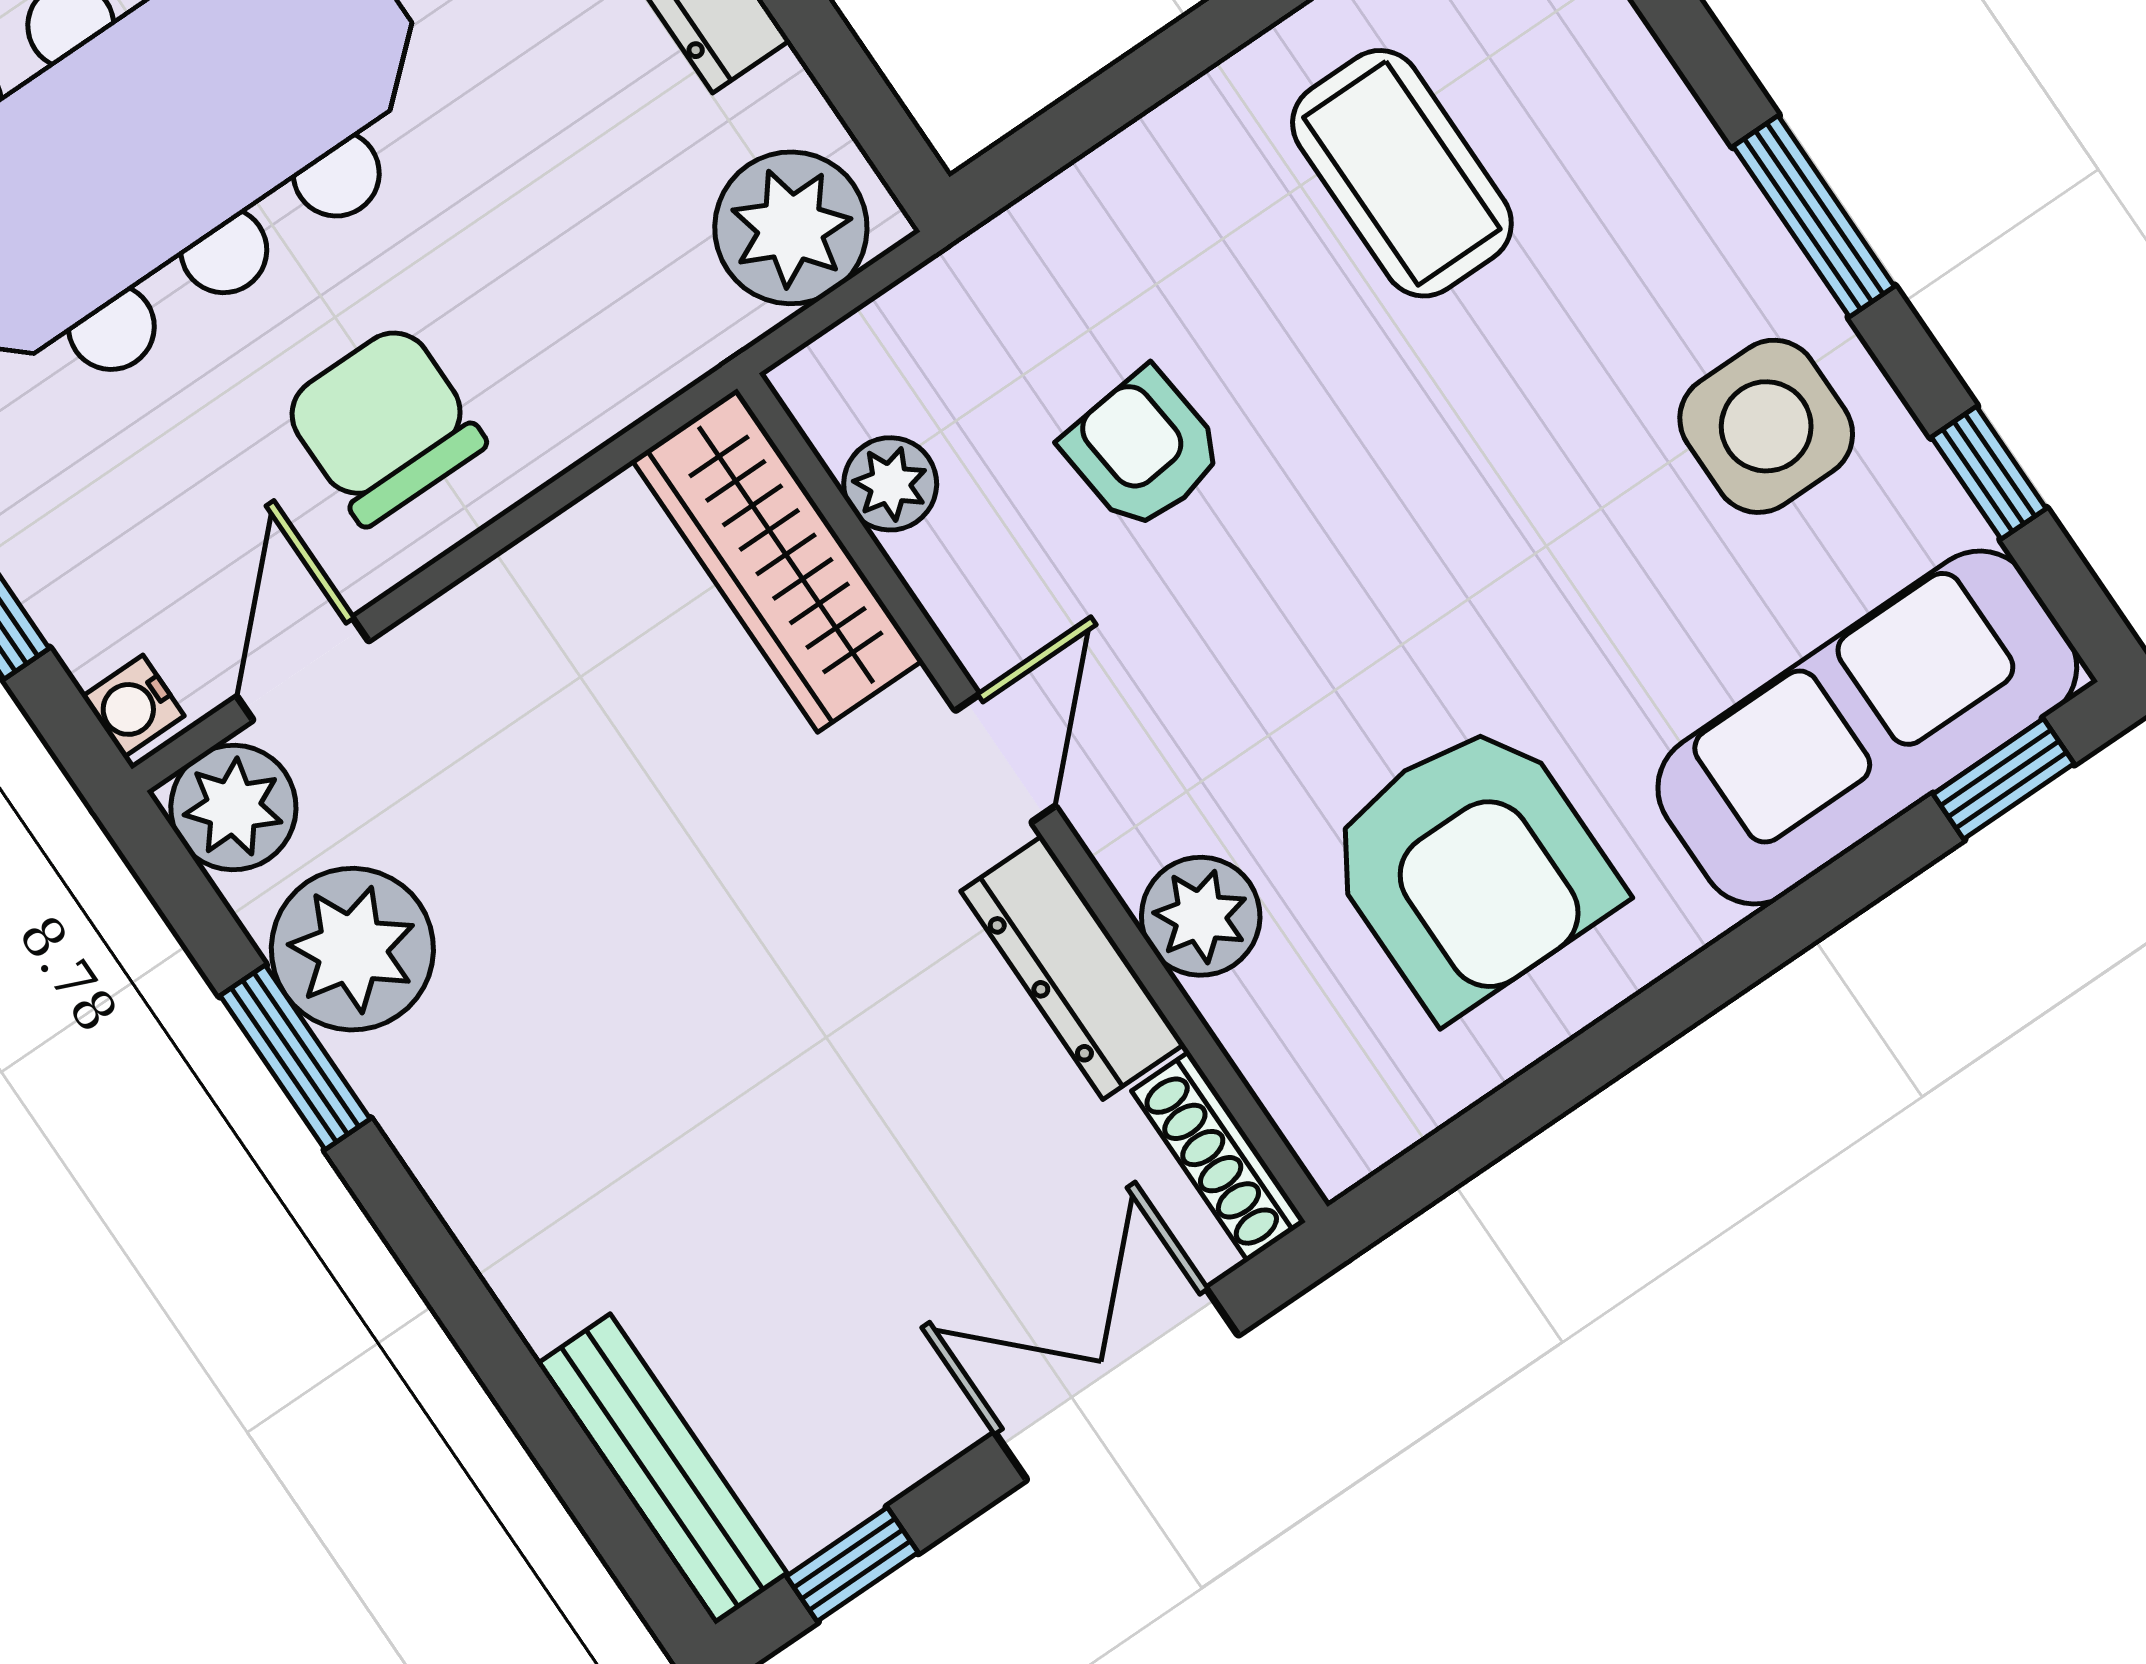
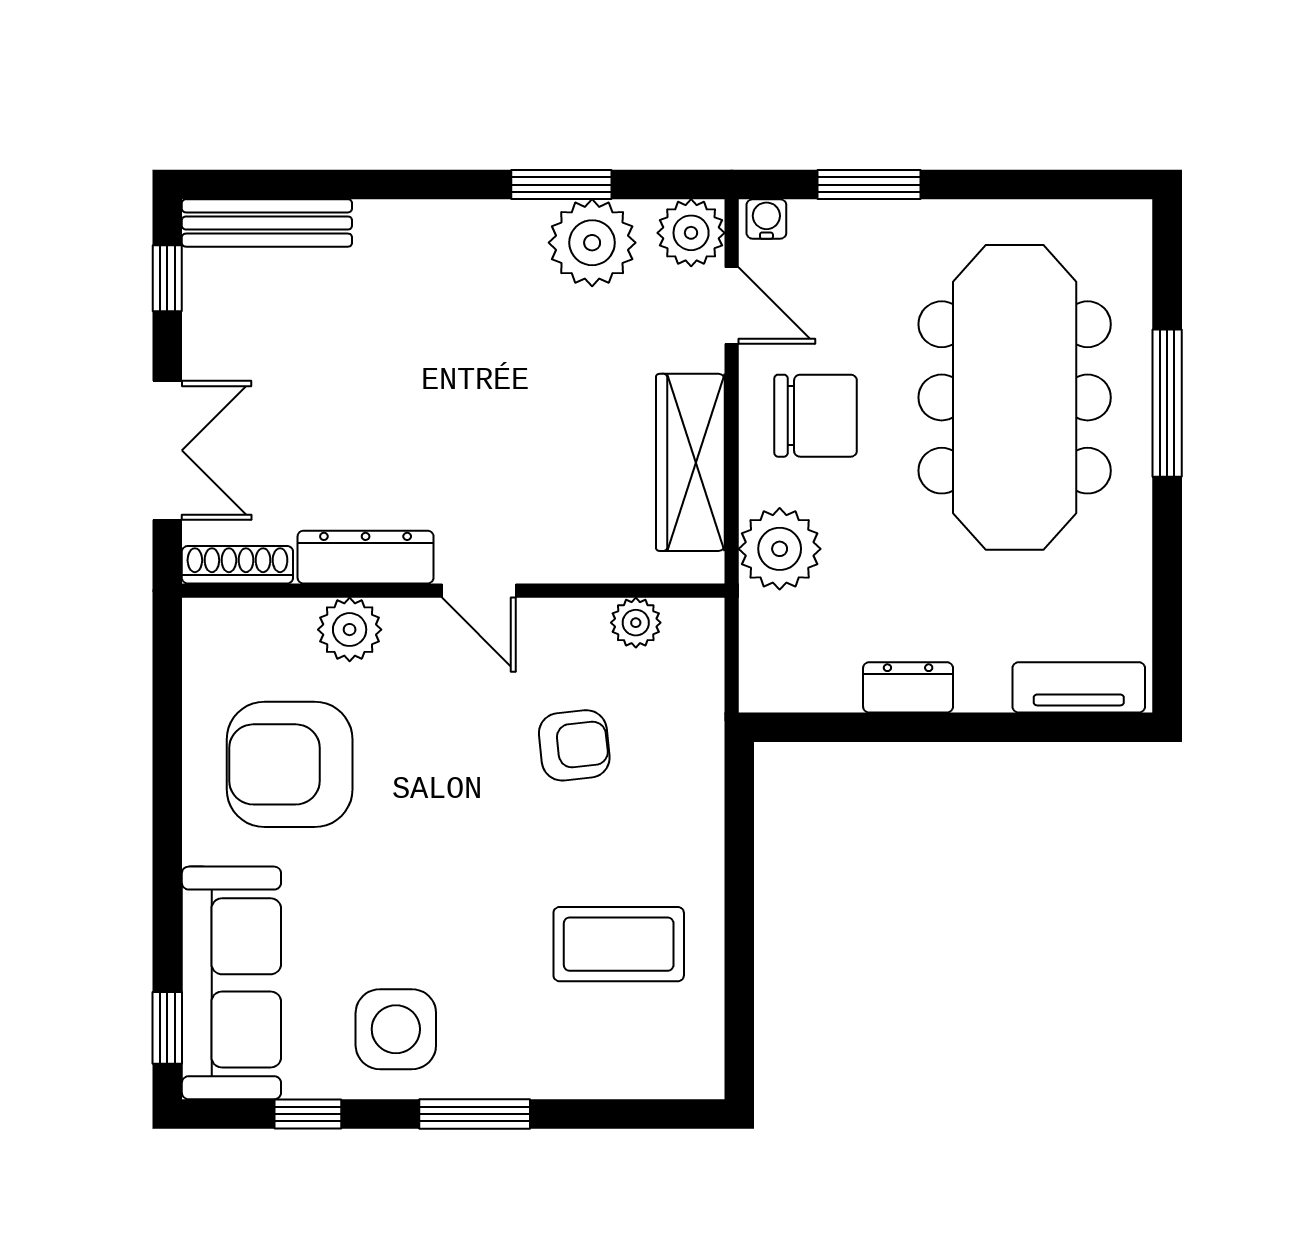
plant: (791, 228) -> (780, 549), moved
wardrobe: (777, 560) -> (690, 462), moved, turned -90

